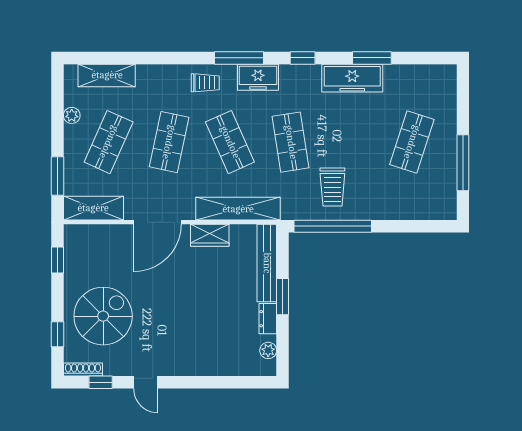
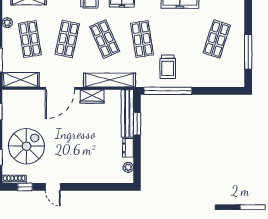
shop shelf: (109, 142) -> (30, 39), turned -33
window: (283, 297) -> (137, 124), moved

